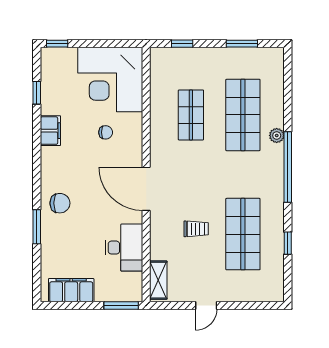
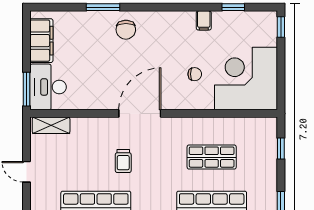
filing cabinet: (50, 131) -> (204, 20), width x0.50
chair: (106, 132) -> (195, 74), turned -90
trolley: (196, 229) -> (123, 161), moved
desk: (124, 248) -> (48, 87), moved, turned 90

